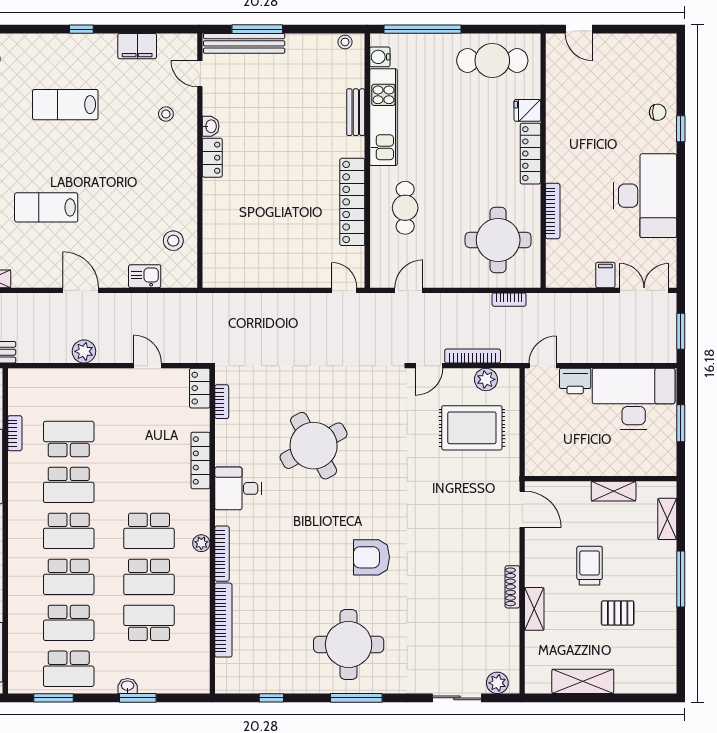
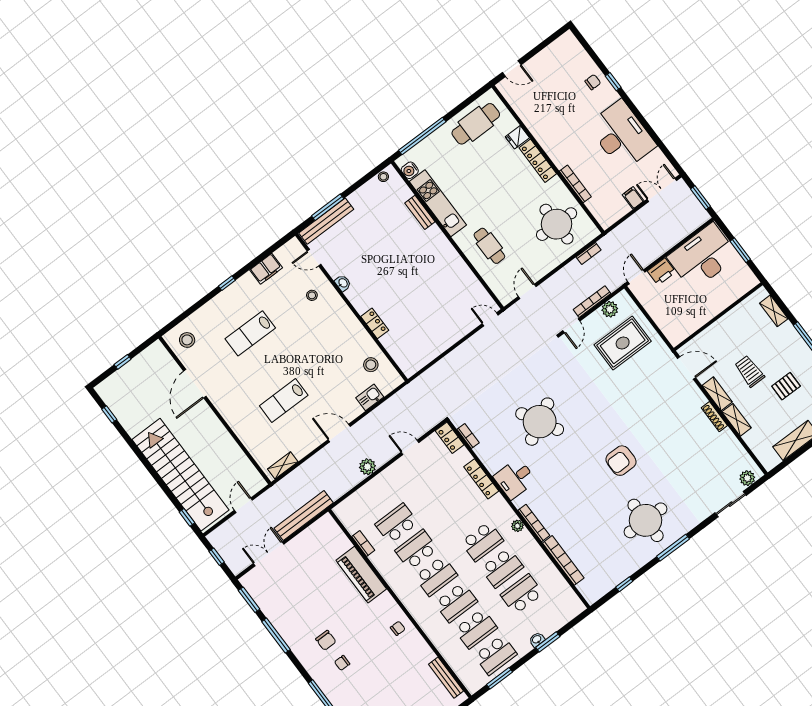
locker: (212, 158) -> (375, 323), moved
locker: (352, 202) -> (457, 265), removed
school desk: (69, 485) -> (416, 550), turned 180
shelving: (614, 491) -> (717, 394), moved, turned 90

